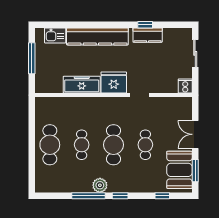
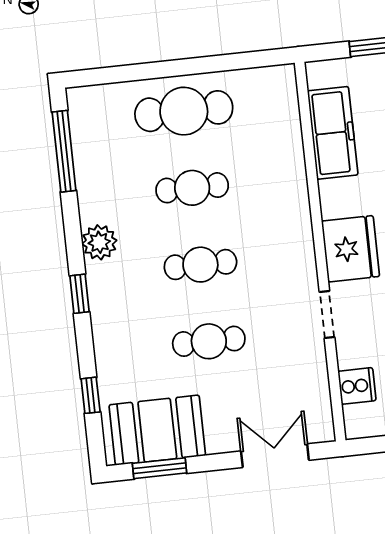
freezer: (82, 85) -> (333, 133), moved
cooker: (185, 86) -> (357, 386), moved
double door: (195, 134) -> (275, 456), moved
cafe table: (113, 145) -> (200, 265), width x0.73, depth x0.74
window: (88, 196) -> (64, 151), moved

